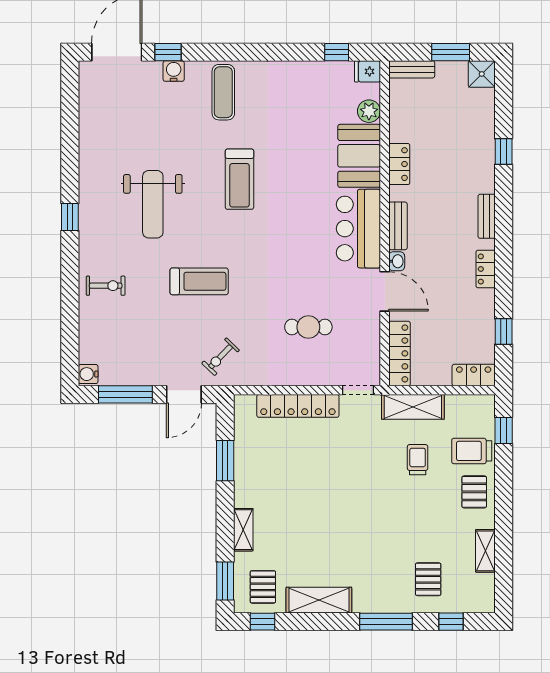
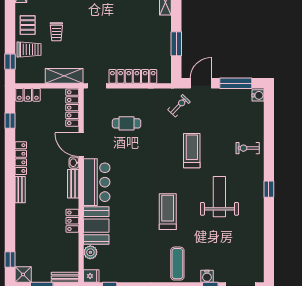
window: (504, 152) -> (10, 260), moved
locker: (486, 269) -> (21, 158), width x1.53
treadmill: (199, 281) -> (192, 151), turned 90
trolley: (418, 460) -> (56, 32), moved

